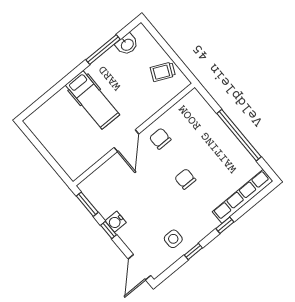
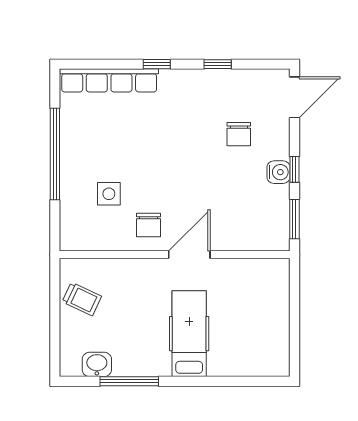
chair: (185, 179) -> (239, 134), moved
side table: (173, 239) -> (109, 194), moved

